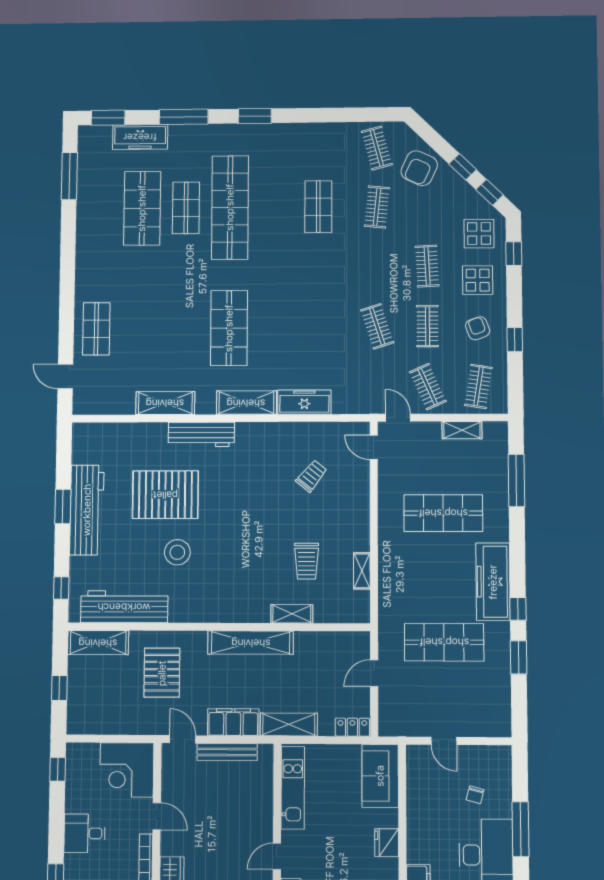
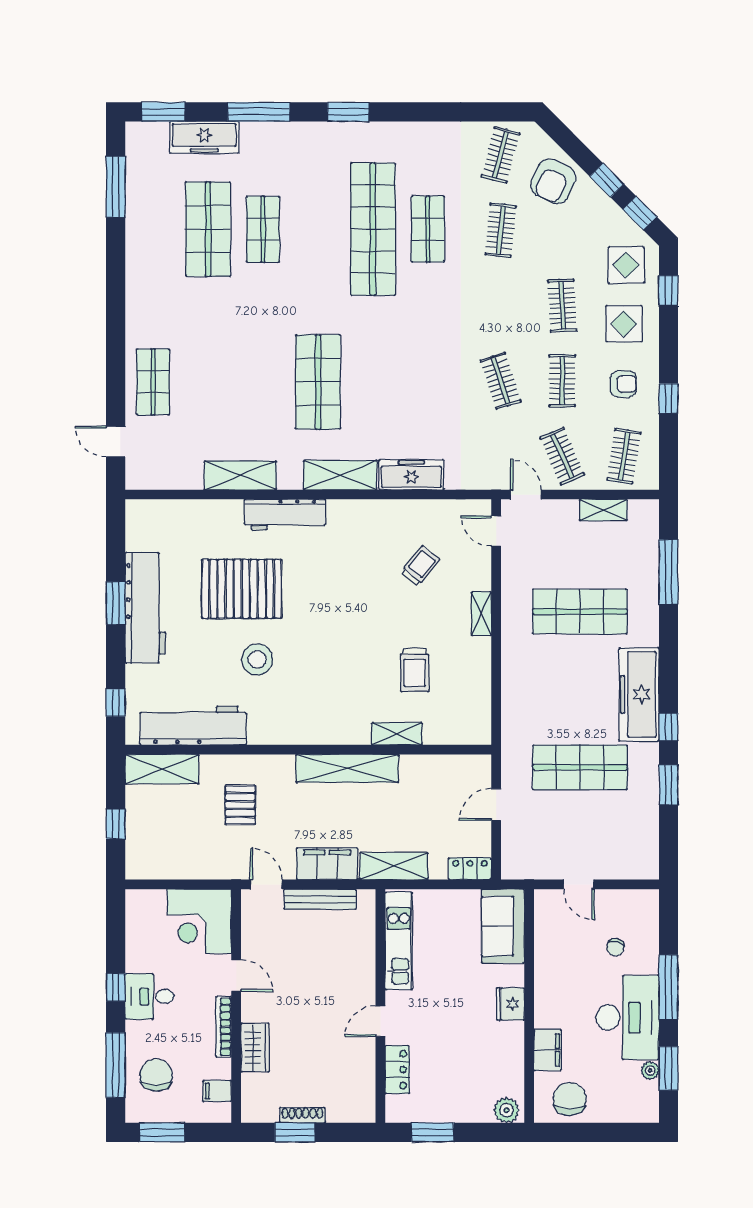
clothes rail: (377, 148) -> (501, 155), turned 30
shop shelf: (230, 207) -> (373, 229), moved
armchair: (478, 328) -> (623, 384), turned 110
shelving: (362, 571) -> (481, 614), moved
pallet: (162, 673) -> (240, 805), width x0.67, depth x0.71
window: (58, 769) -> (116, 987), moved

